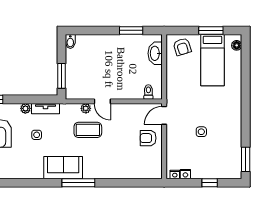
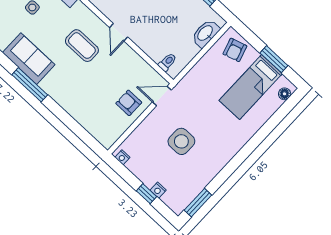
plant: (86, 108) -> (98, 25), removed
side table: (201, 132) -> (181, 141), width x1.87, depth x1.87
nightstand: (185, 174) -> (158, 190), moved

